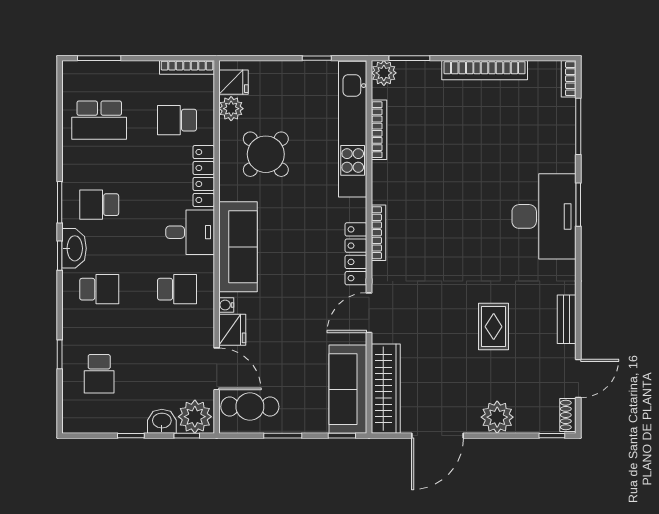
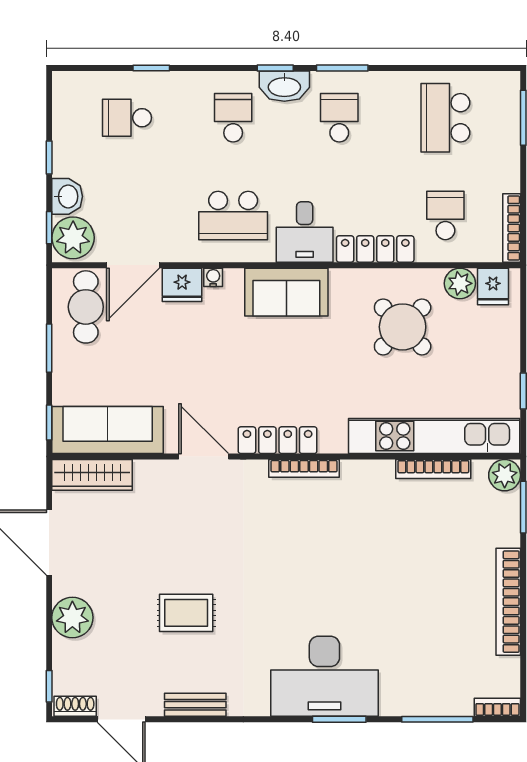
sofa: (238, 247) -> (286, 292), width x0.73
school desk: (99, 289) -> (233, 118), turned 180
school desk: (177, 289) -> (233, 215), width x1.85
wardrobe: (386, 389) -> (92, 475), width x0.71, depth x0.85

